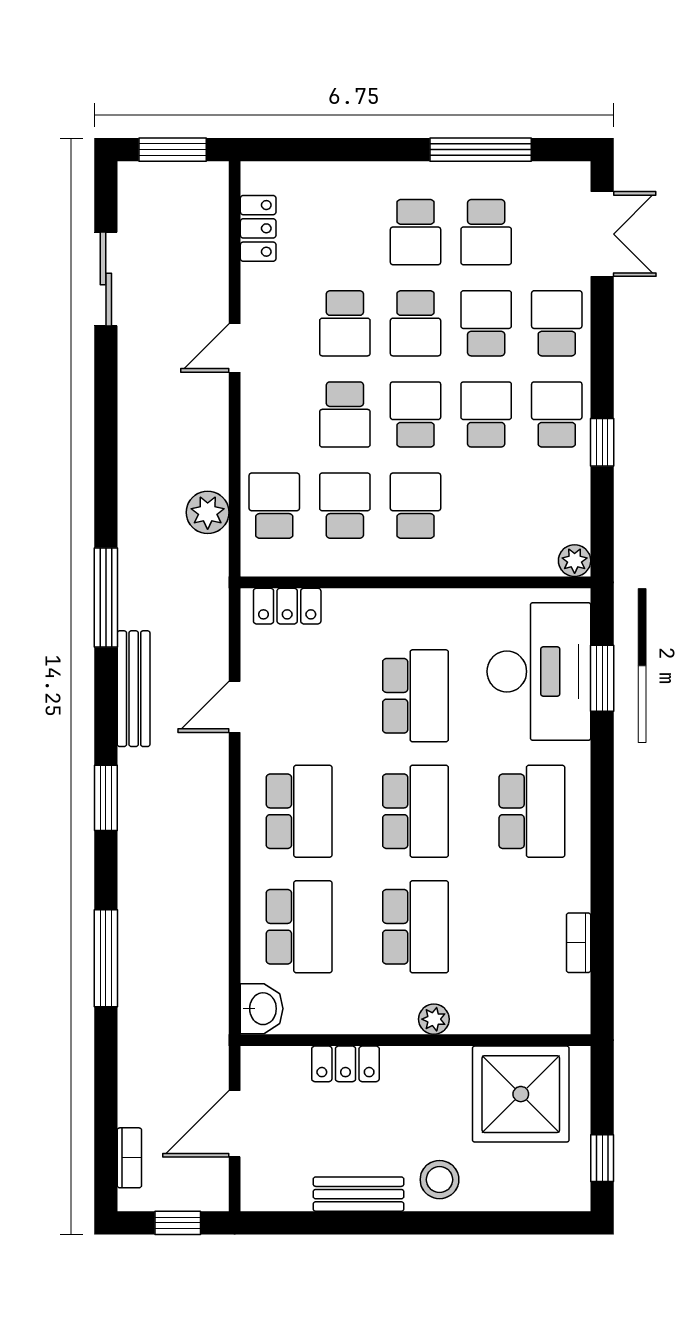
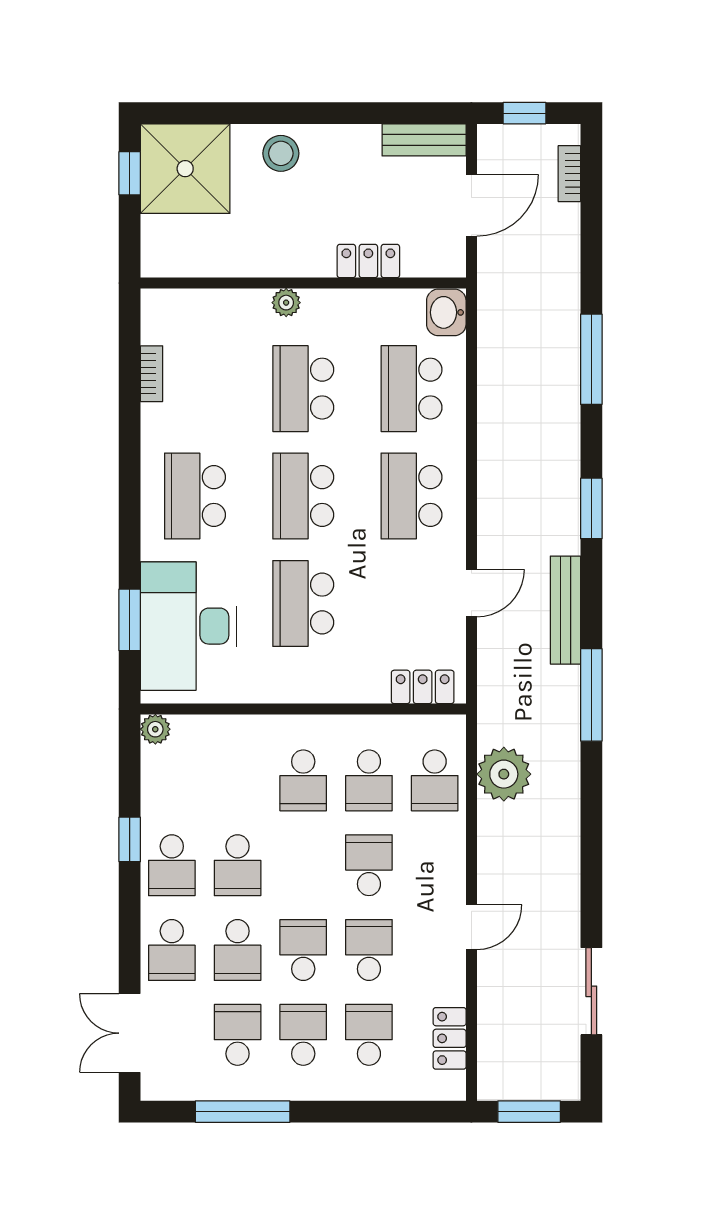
school desk: (416, 414) -> (369, 1035), moved, turned 180
plant: (208, 512) -> (504, 774), width x1.36, depth x1.36
shower: (521, 1094) -> (185, 169), moved
bench: (358, 1194) -> (424, 140), moved

